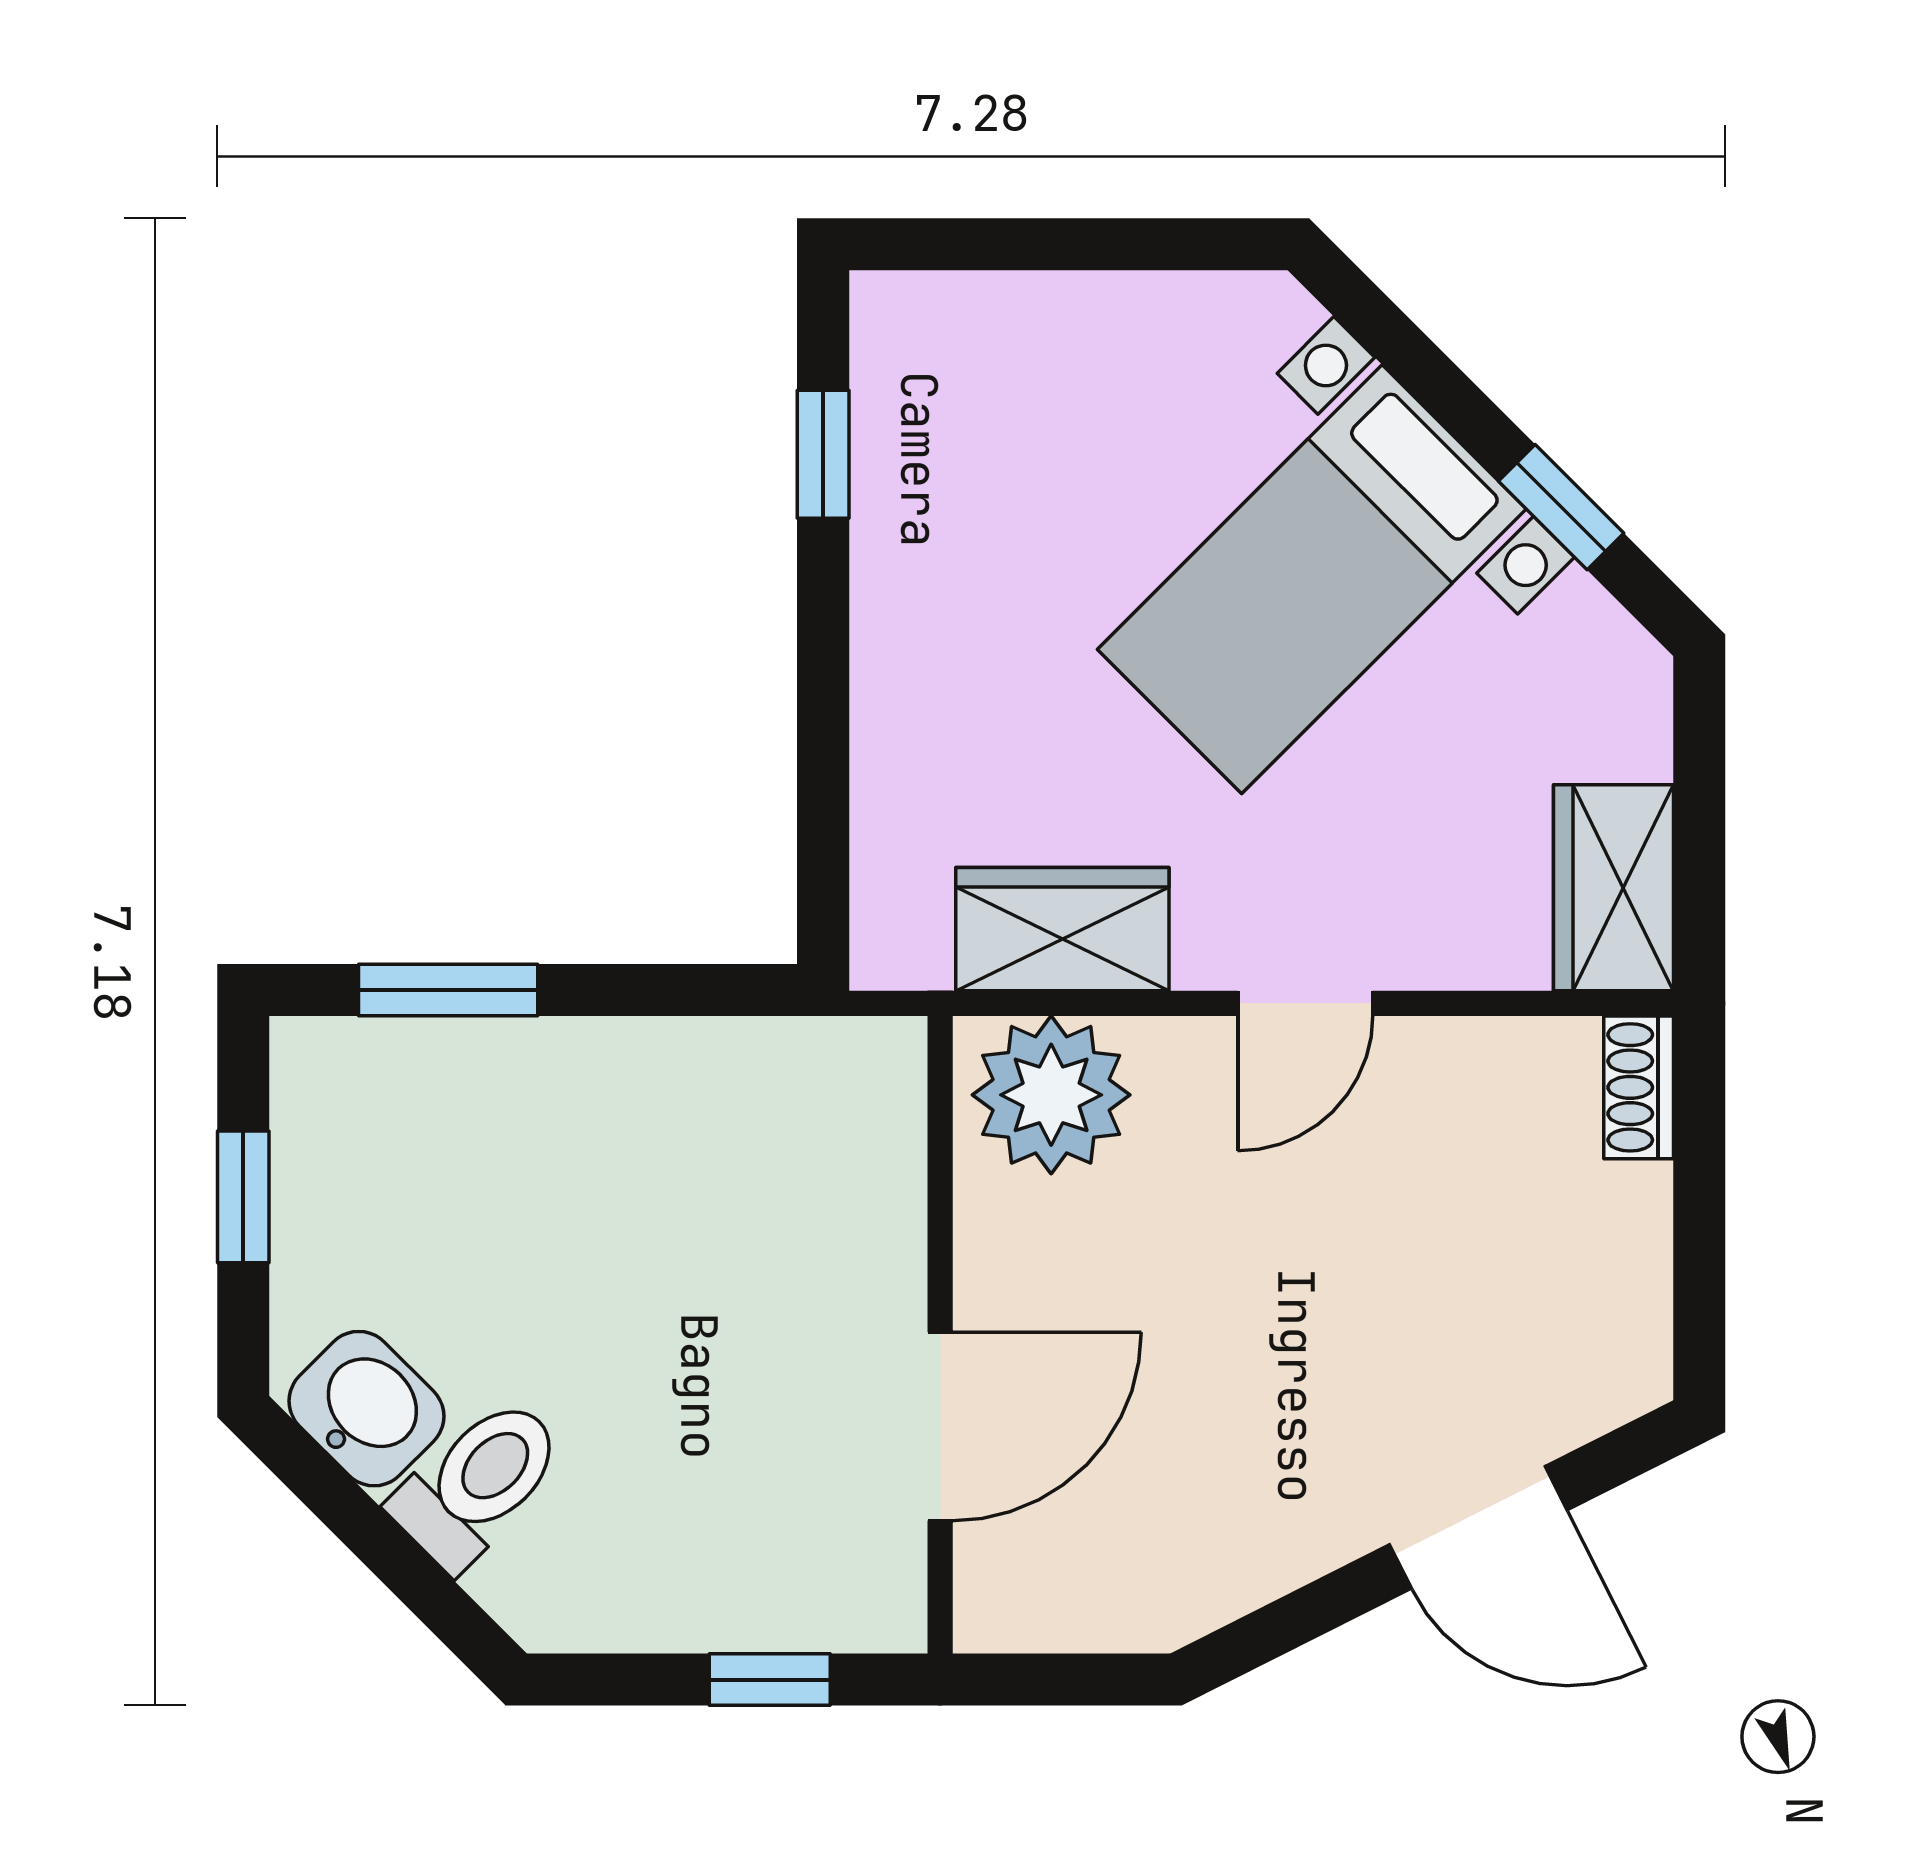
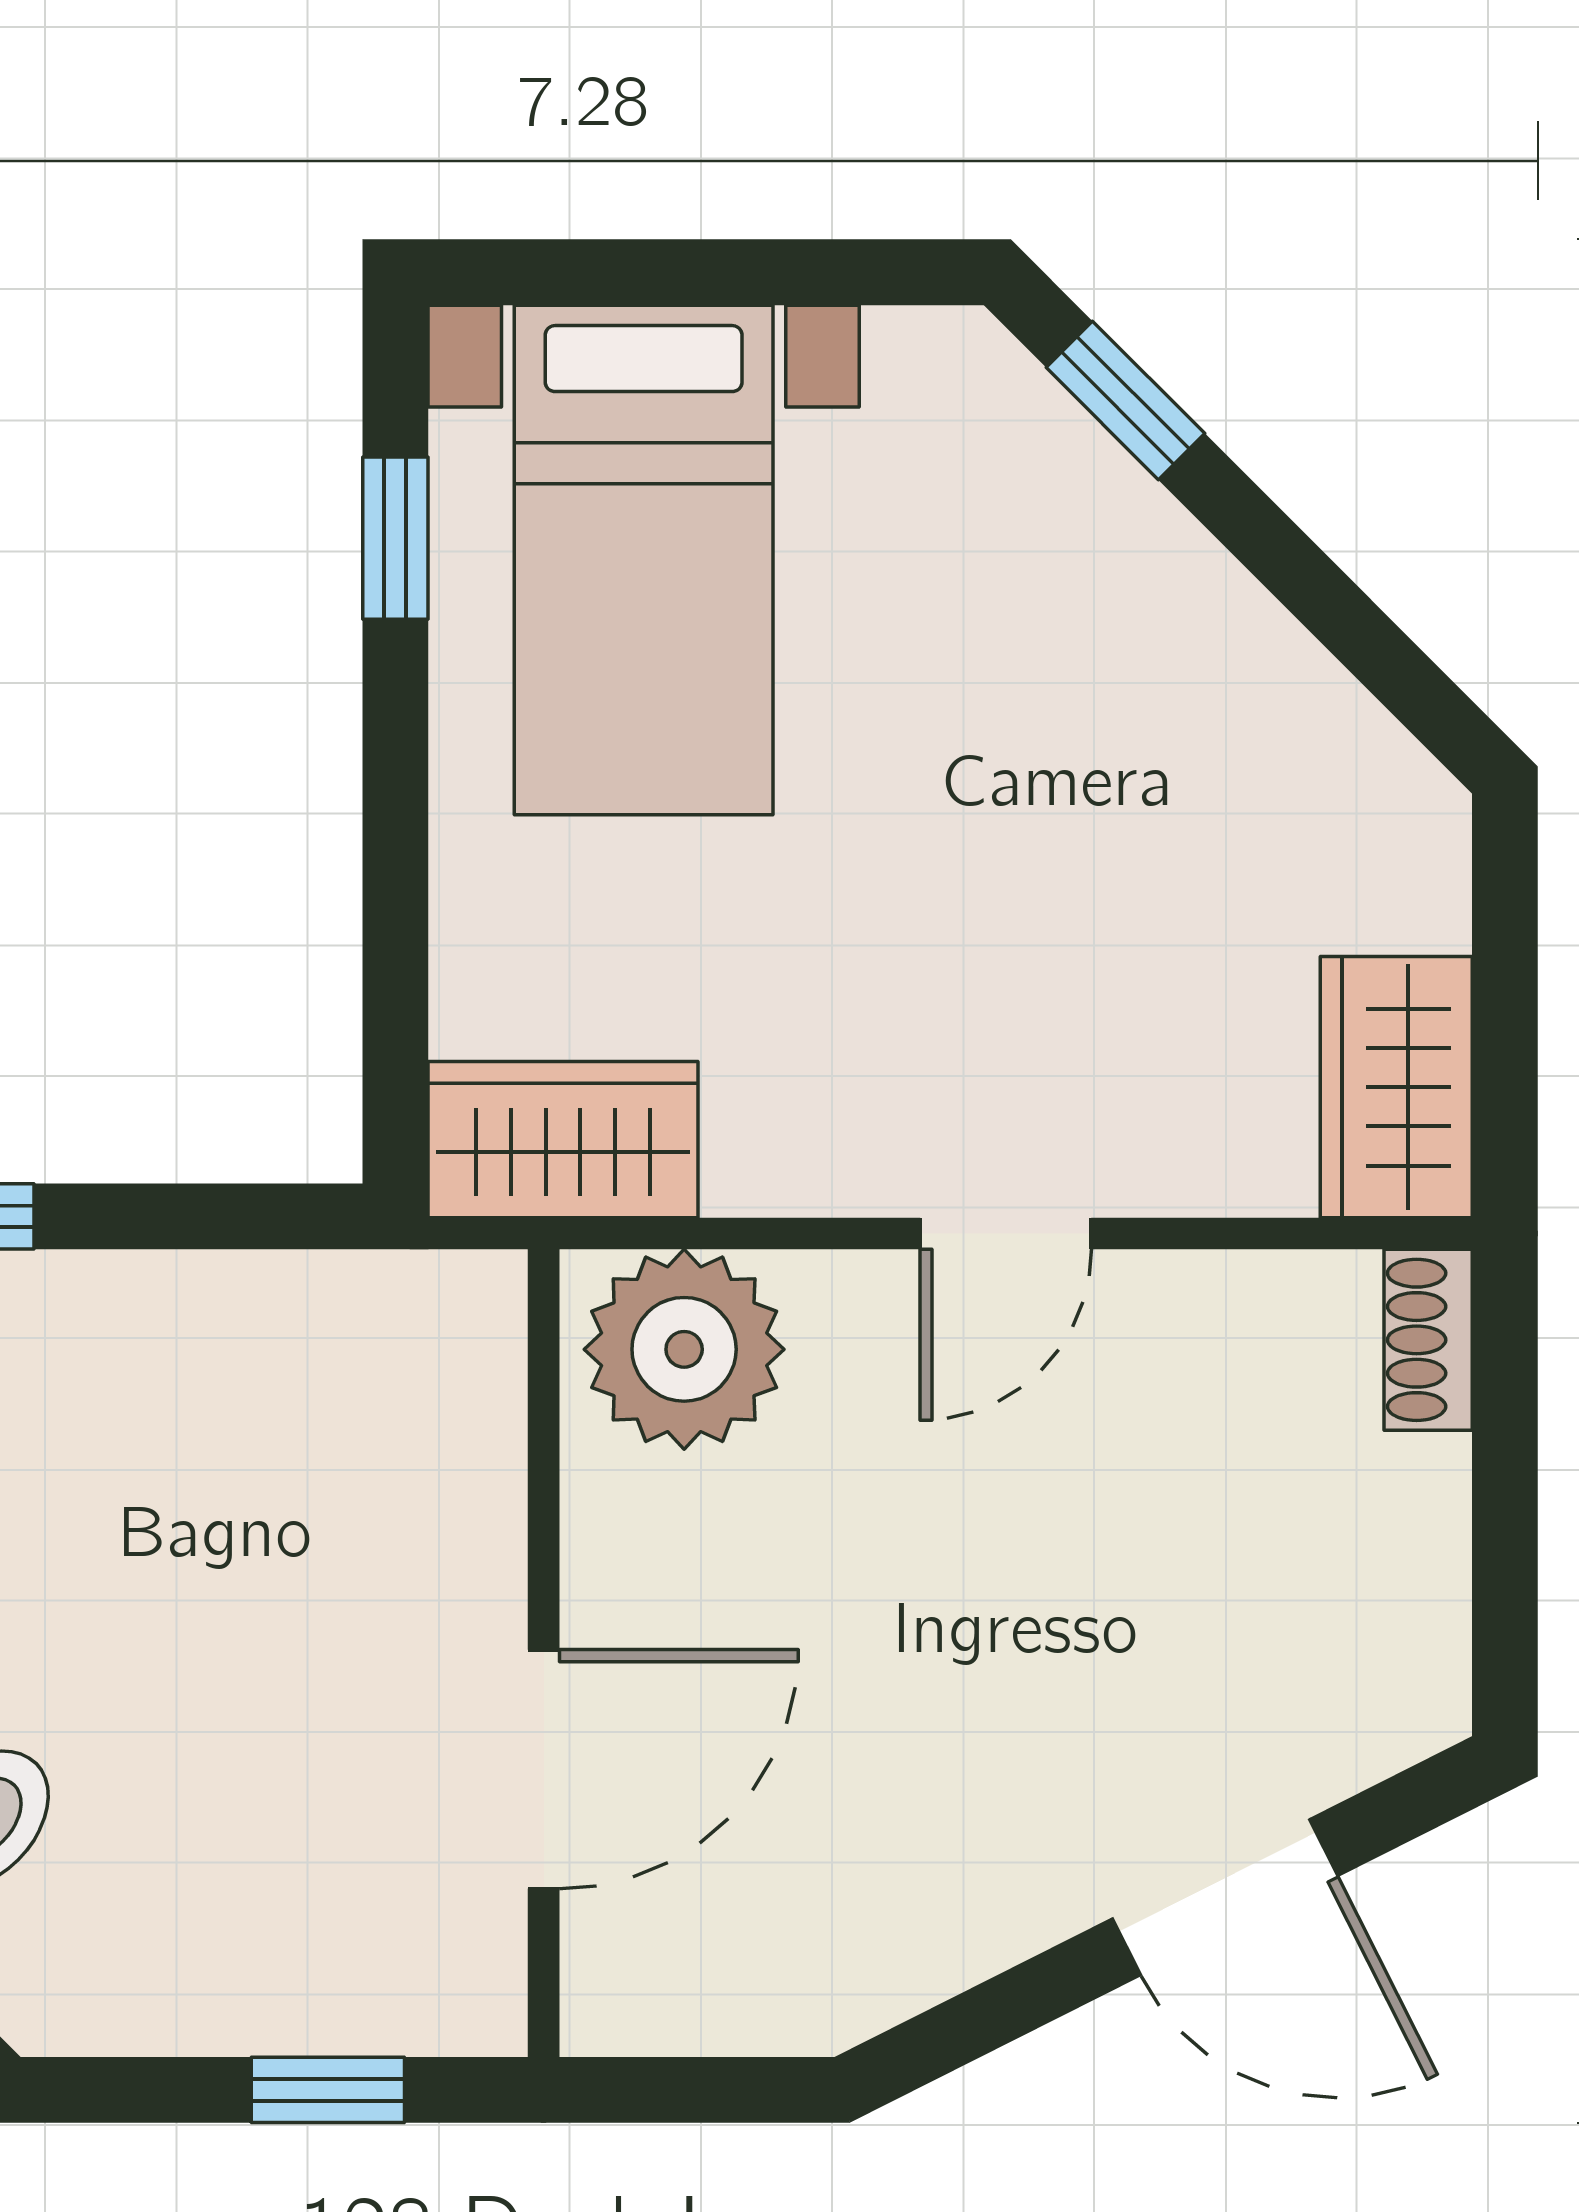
window: (1561, 507) -> (1125, 400), moved
bed with nightstands: (1312, 579) -> (644, 560), moved, turned -45
wardrobe: (1062, 929) -> (563, 1140), moved

